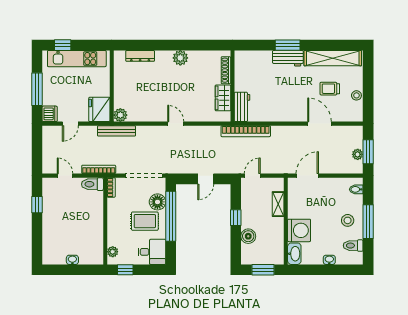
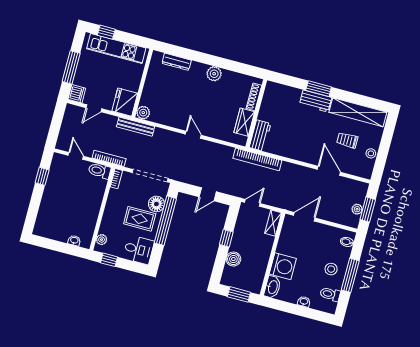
shelving: (278, 204) -> (273, 223), moved
washbasin: (72, 260) -> (74, 241), moved

